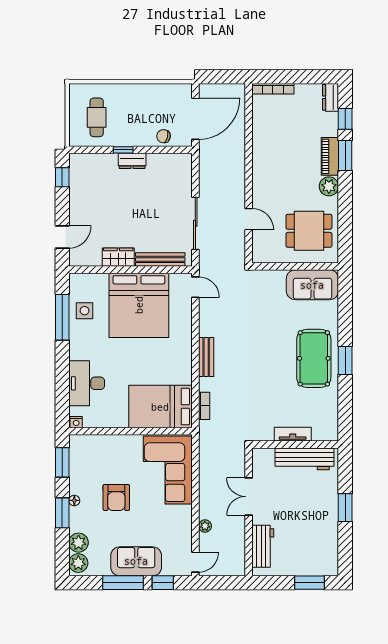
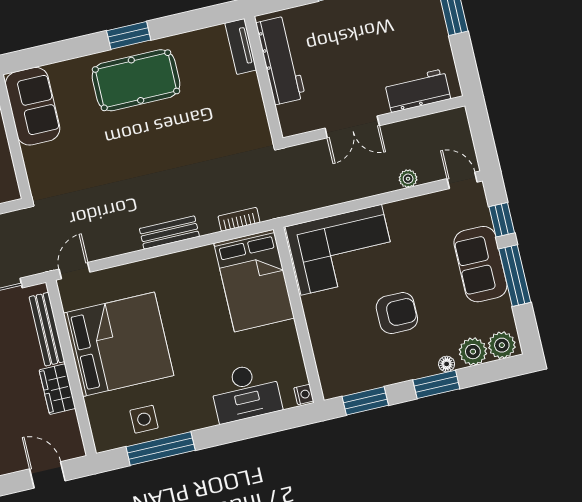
tv unit: (293, 434) -> (241, 46), moved
floor lamp: (74, 500) -> (447, 364), moved

